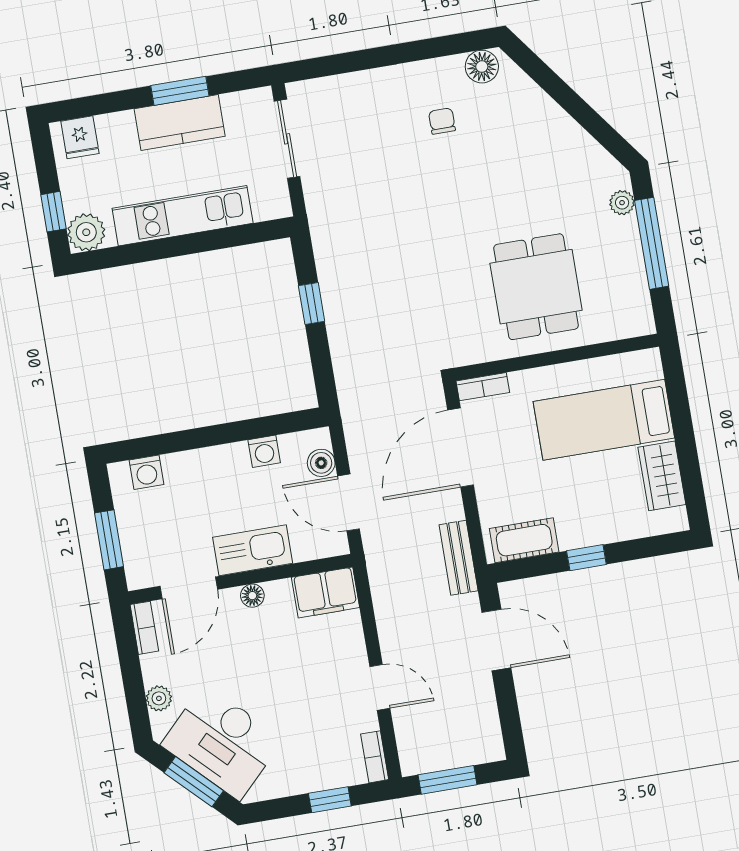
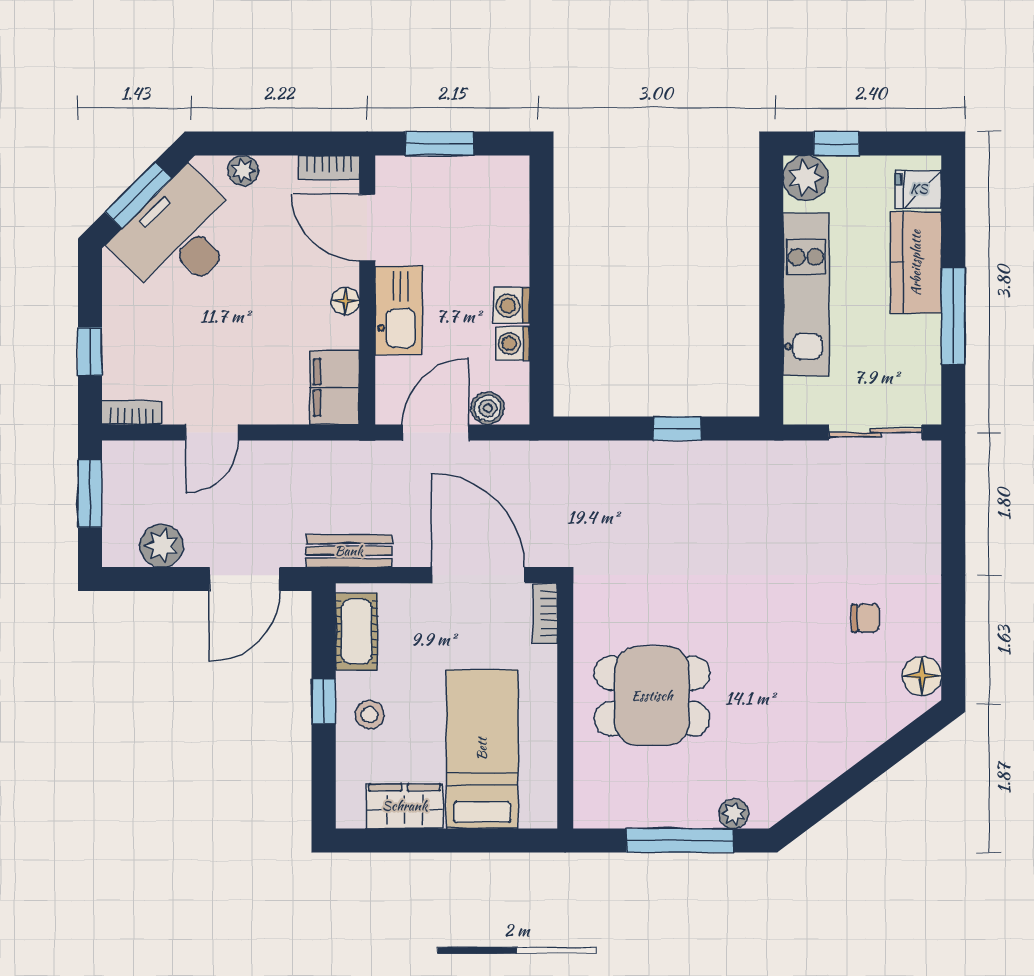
window: (180, 91) -> (953, 316), width x1.44
kitchen counter: (180, 123) -> (916, 263), moved
washing machine: (146, 472) -> (512, 305), moved
stool: (591, 518) -> (370, 715), added
plant: (480, 713) -> (162, 546), added

